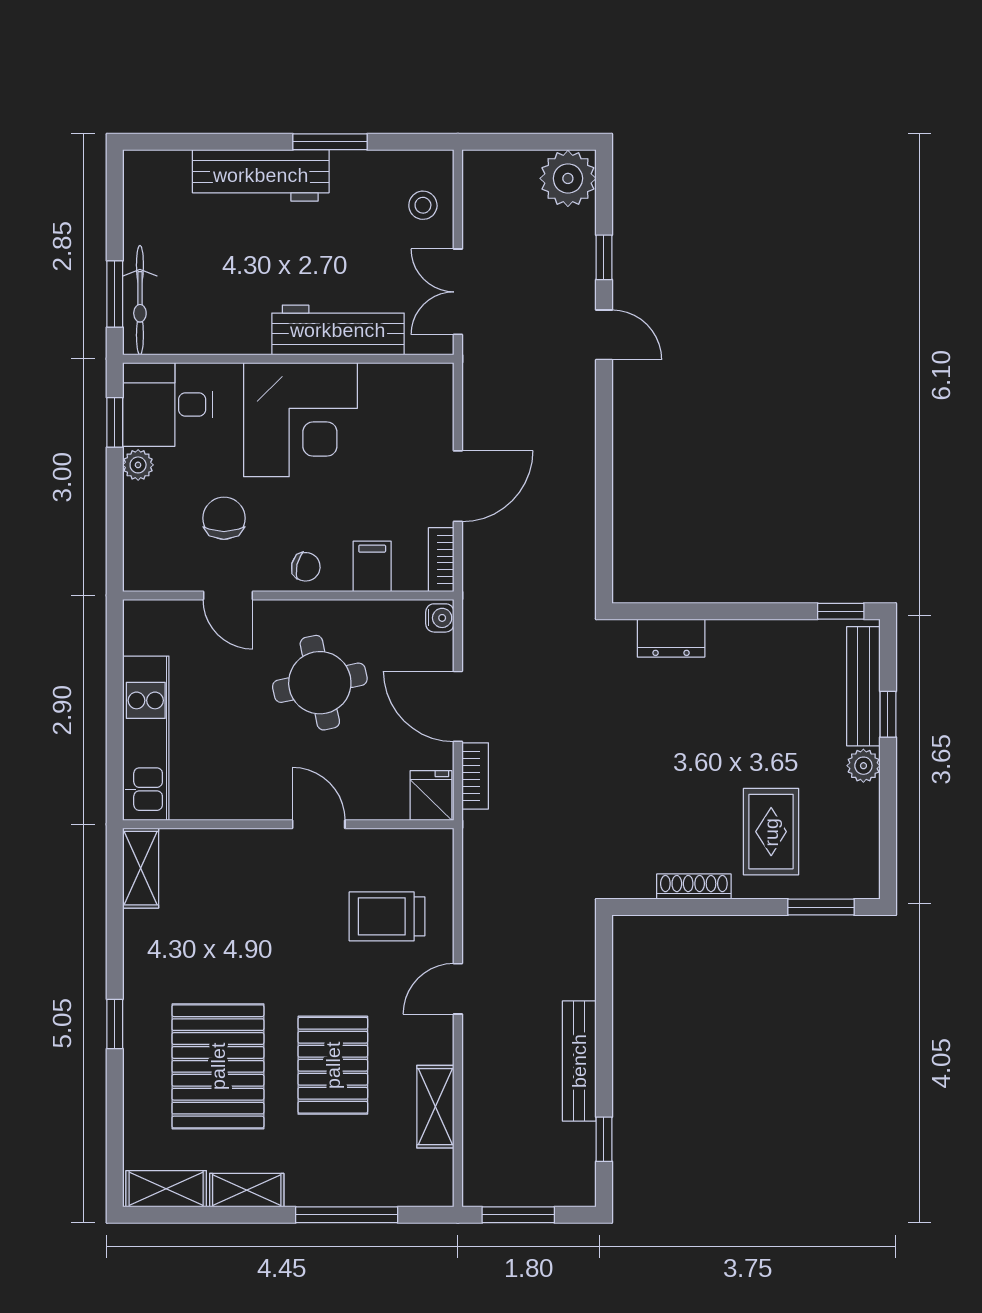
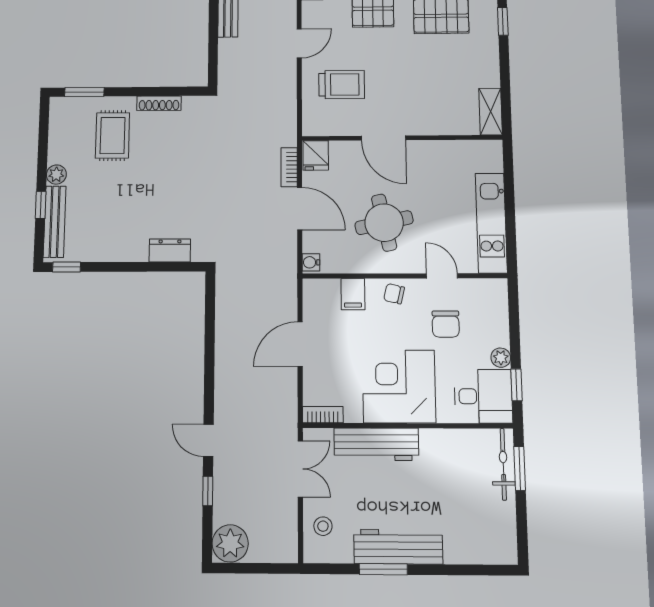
workbench: (261, 175) -> (398, 547), moved
bookcase: (441, 560) -> (323, 415), moved, turned -90
kitchen unit: (146, 738) -> (491, 223), moved
door: (319, 824) -> (383, 138), width x1.38

